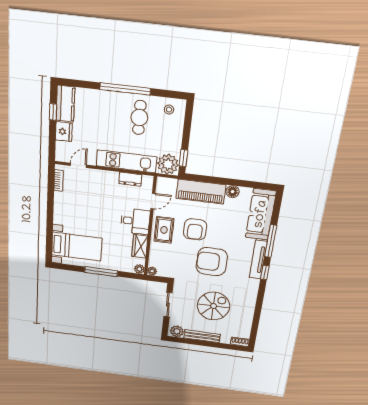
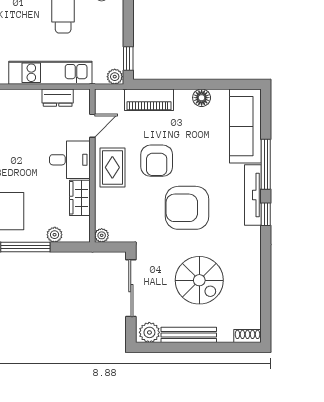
plant: (168, 164) -> (115, 77), width x0.53, depth x0.53
piano: (201, 192) -> (149, 100), width x0.73, depth x0.75
plant: (139, 269) -> (55, 235), moved
sliding door: (168, 305) -> (131, 288), width x1.37
spiral stairs: (213, 306) -> (199, 280), turned 90

